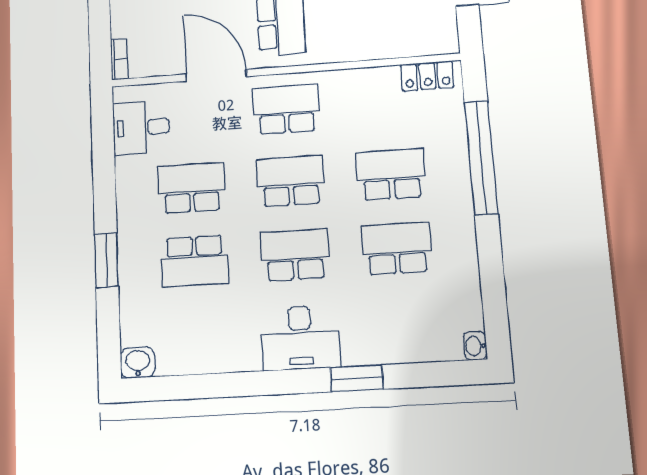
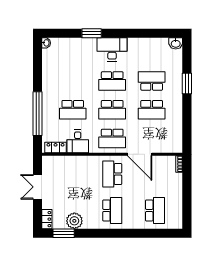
desk: (141, 128) -> (78, 141), moved, turned 90
school desk: (397, 249) -> (73, 81), removed

